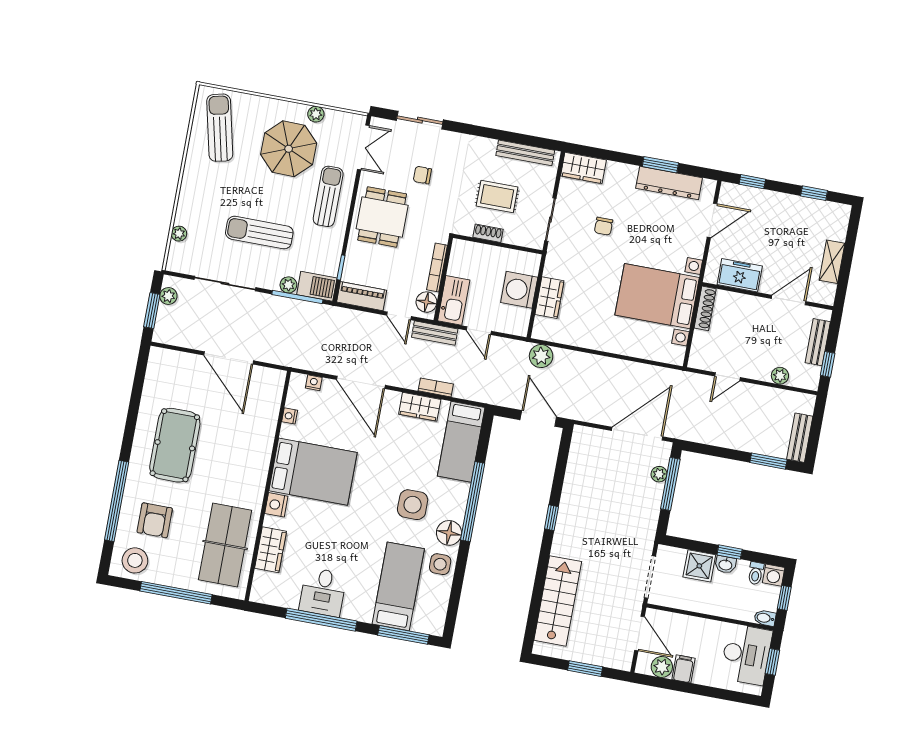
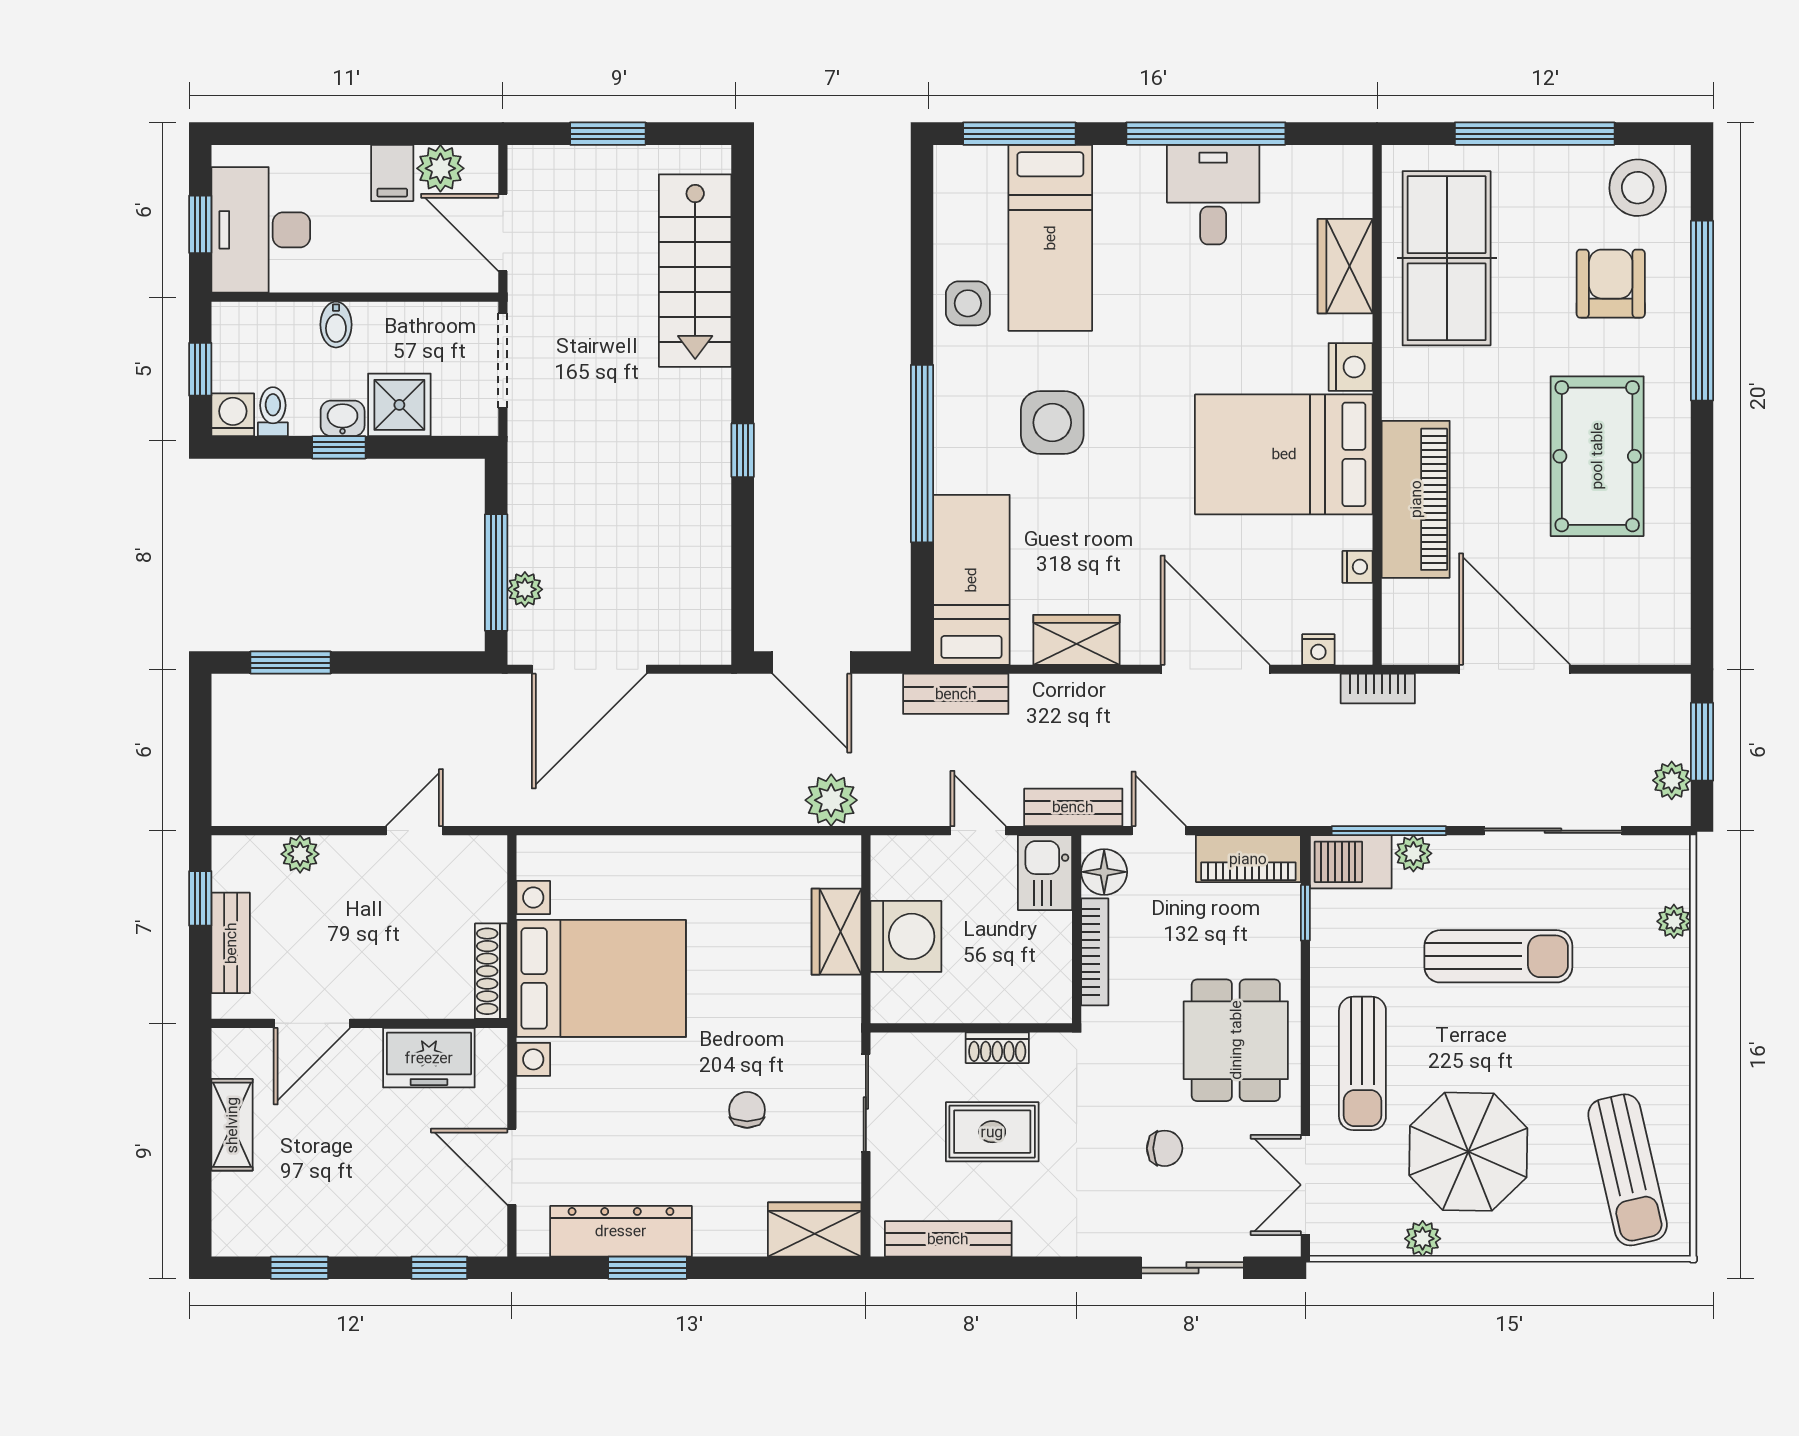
door: (712, 220) -> (512, 1167), hinge flipped
kitchen sink: (454, 300) -> (1045, 873), width x0.73
bookcase: (436, 387) -> (1378, 689), moved
bench: (800, 438) -> (956, 694), moved, turned 90
piano: (258, 441) -> (1416, 499), added
floor lamp: (449, 533) -> (961, 375), removed
bidet: (765, 618) -> (336, 325), moved, turned 90

